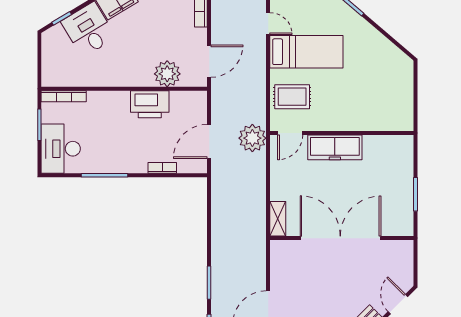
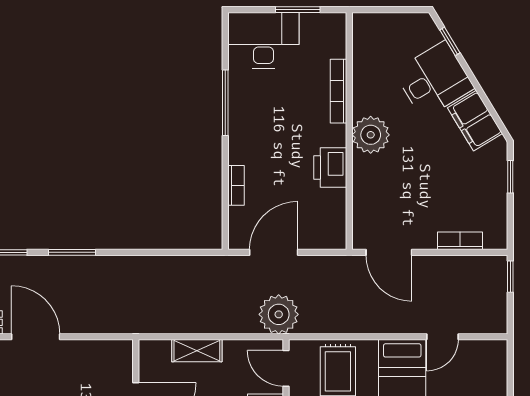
plant: (167, 74) -> (371, 135), moved
bookcase: (64, 96) -> (339, 91), moved
printer: (150, 104) -> (330, 168), width x0.73, depth x0.84
door: (209, 142) -> (274, 252), hinge flipped
shelving: (278, 219) -> (197, 351), moved

